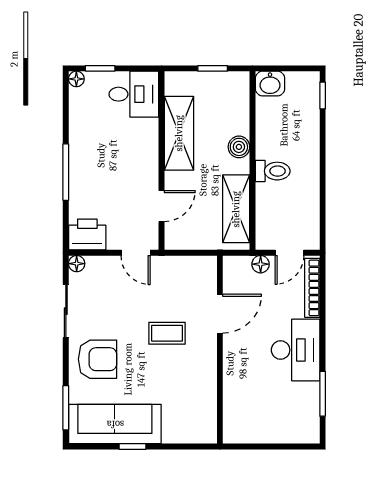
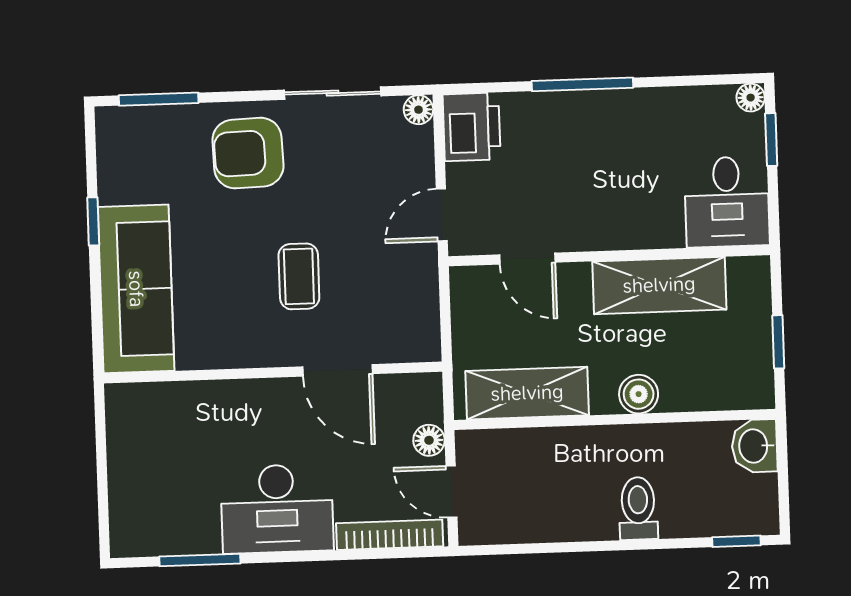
toilet: (273, 171) -> (638, 508), moved, turned 180
armchair: (97, 359) -> (248, 153), turned 88
sofa: (115, 424) -> (136, 289), moved

